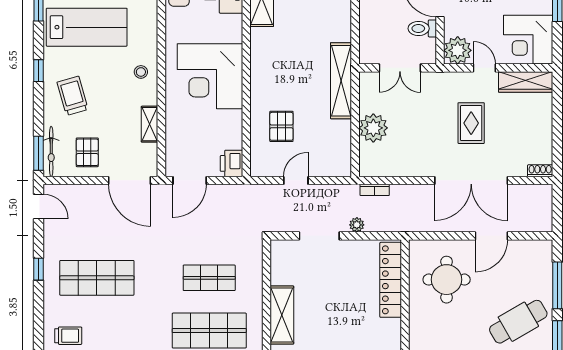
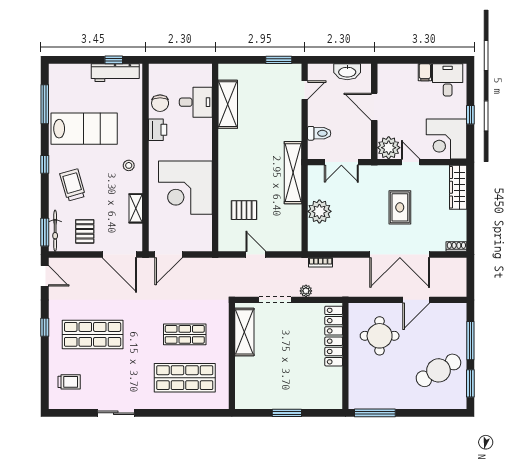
toilet: (422, 28) -> (319, 133), moved, turned 180
corner desk: (210, 76) -> (185, 188), moved
wardrobe: (526, 82) -> (458, 187), moved, turned 90
pallet: (281, 126) -> (244, 210), turned 90
printer: (232, 163) -> (158, 130), moved, turned 180
door: (296, 180) -> (256, 255), hinge flipped
shelving: (282, 315) -> (244, 332), moved

